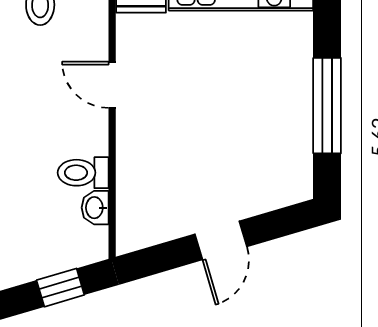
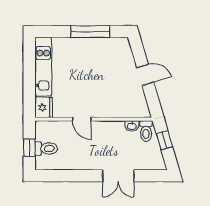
door: (112, 85) -> (82, 119), hinge flipped
toilet: (83, 173) -> (146, 131), moved

